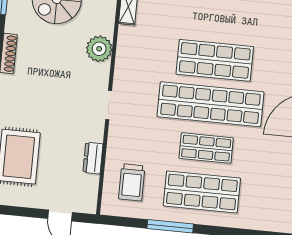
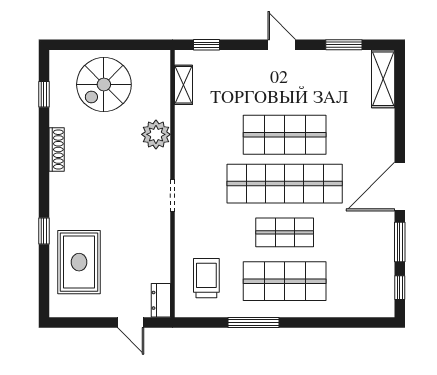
dresser: (93, 158) -> (161, 300), moved
trolley: (132, 182) -> (206, 278), turned 180

